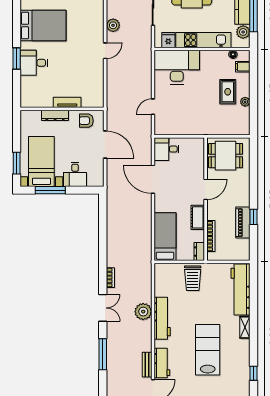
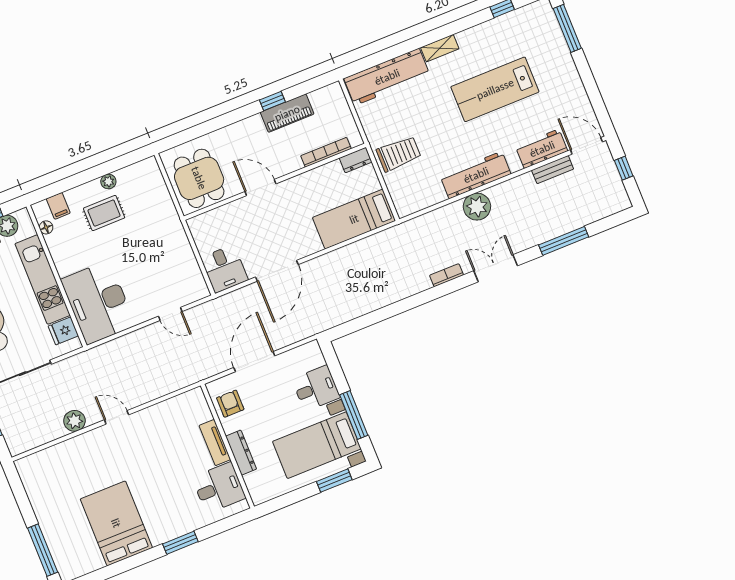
desk: (34, 63) -> (219, 488), moved, turned -90
armchair: (86, 121) -> (230, 404), turned 180
cot: (198, 217) -> (306, 182), removed

